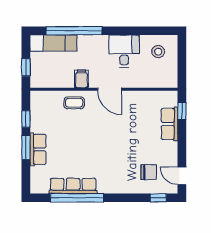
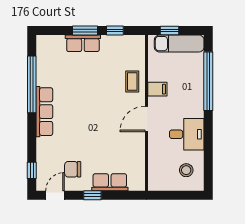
exam couch: (53, 43) -> (179, 44), moved, turned -90
window: (182, 111) -> (92, 195), moved
chair: (149, 172) -> (73, 169), moved, turned 90
row of seats: (73, 186) -> (44, 112), moved

